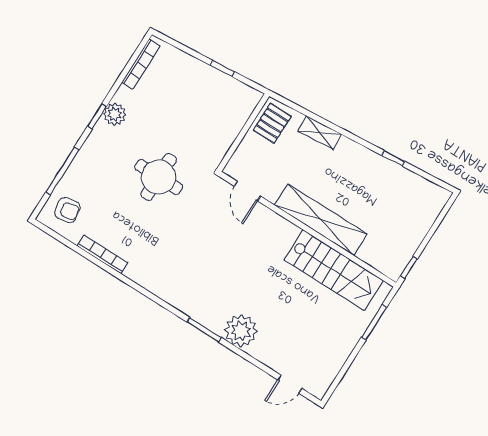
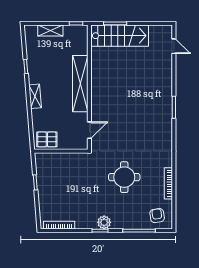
plant: (115, 114) -> (104, 222), moved
shelving: (320, 133) -> (35, 96), moved
round table: (159, 177) -> (124, 177), moved
shelving: (422, 225) -> (50, 30), added
stairs: (334, 270) -> (120, 36), moved, turned 90
plant: (241, 331) -> (163, 88), removed

